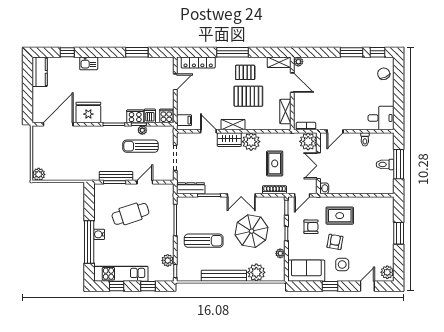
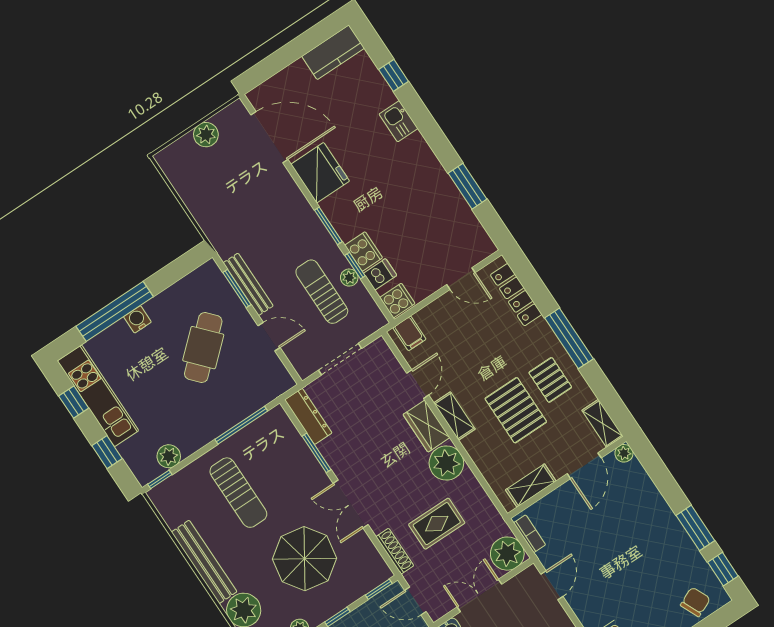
door: (335, 131) -> (552, 585), swing flipped
plant: (39, 174) -> (206, 135), moved
cafe table: (130, 214) -> (203, 348), turned 66

